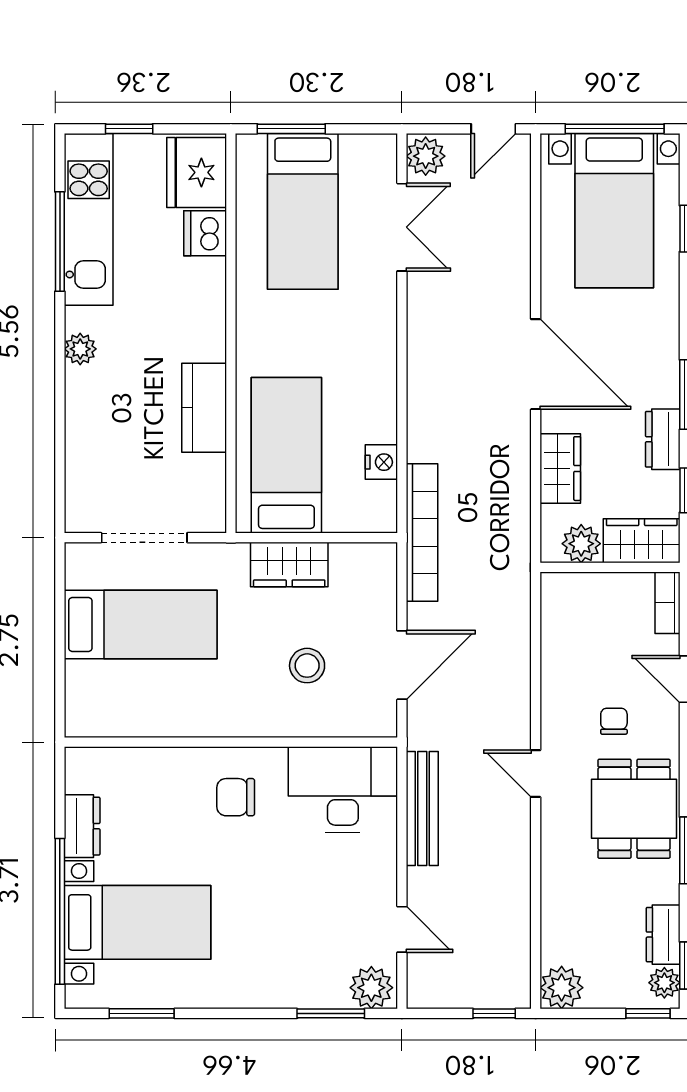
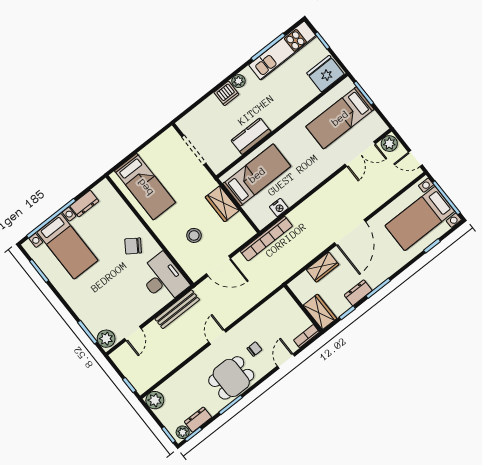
dishwasher: (205, 233) -> (226, 93), moved, turned 180
plant: (581, 544) -> (304, 293), removed
bed: (141, 625) -> (145, 187), moved
chair: (236, 797) -> (133, 246), turned -56

